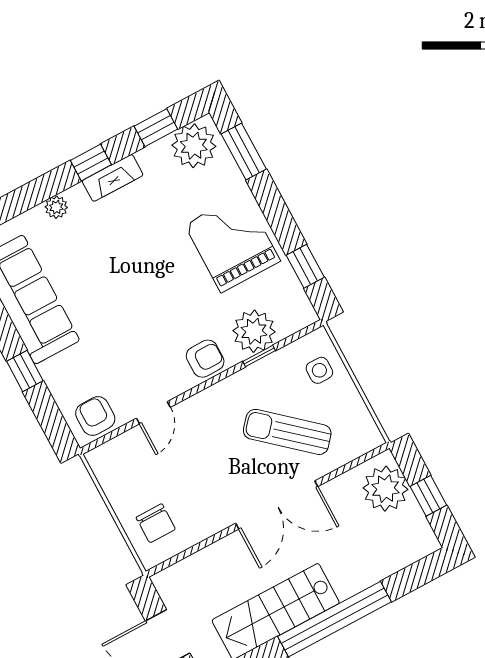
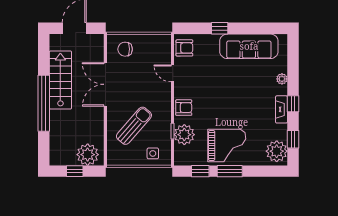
window: (244, 151) -> (230, 171), moved
armchair: (205, 359) -> (184, 108), turned -90
double door: (277, 505) -> (105, 84), moved

